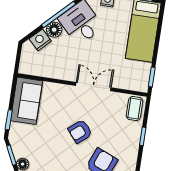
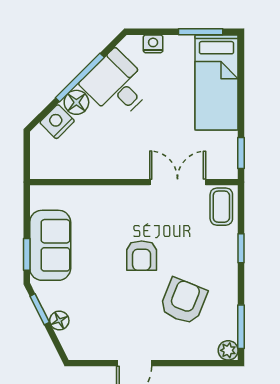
double door: (93, 87) -> (178, 182), moved
sofa: (26, 101) -> (50, 245), moved
armchair: (80, 131) -> (142, 256), turned -50

